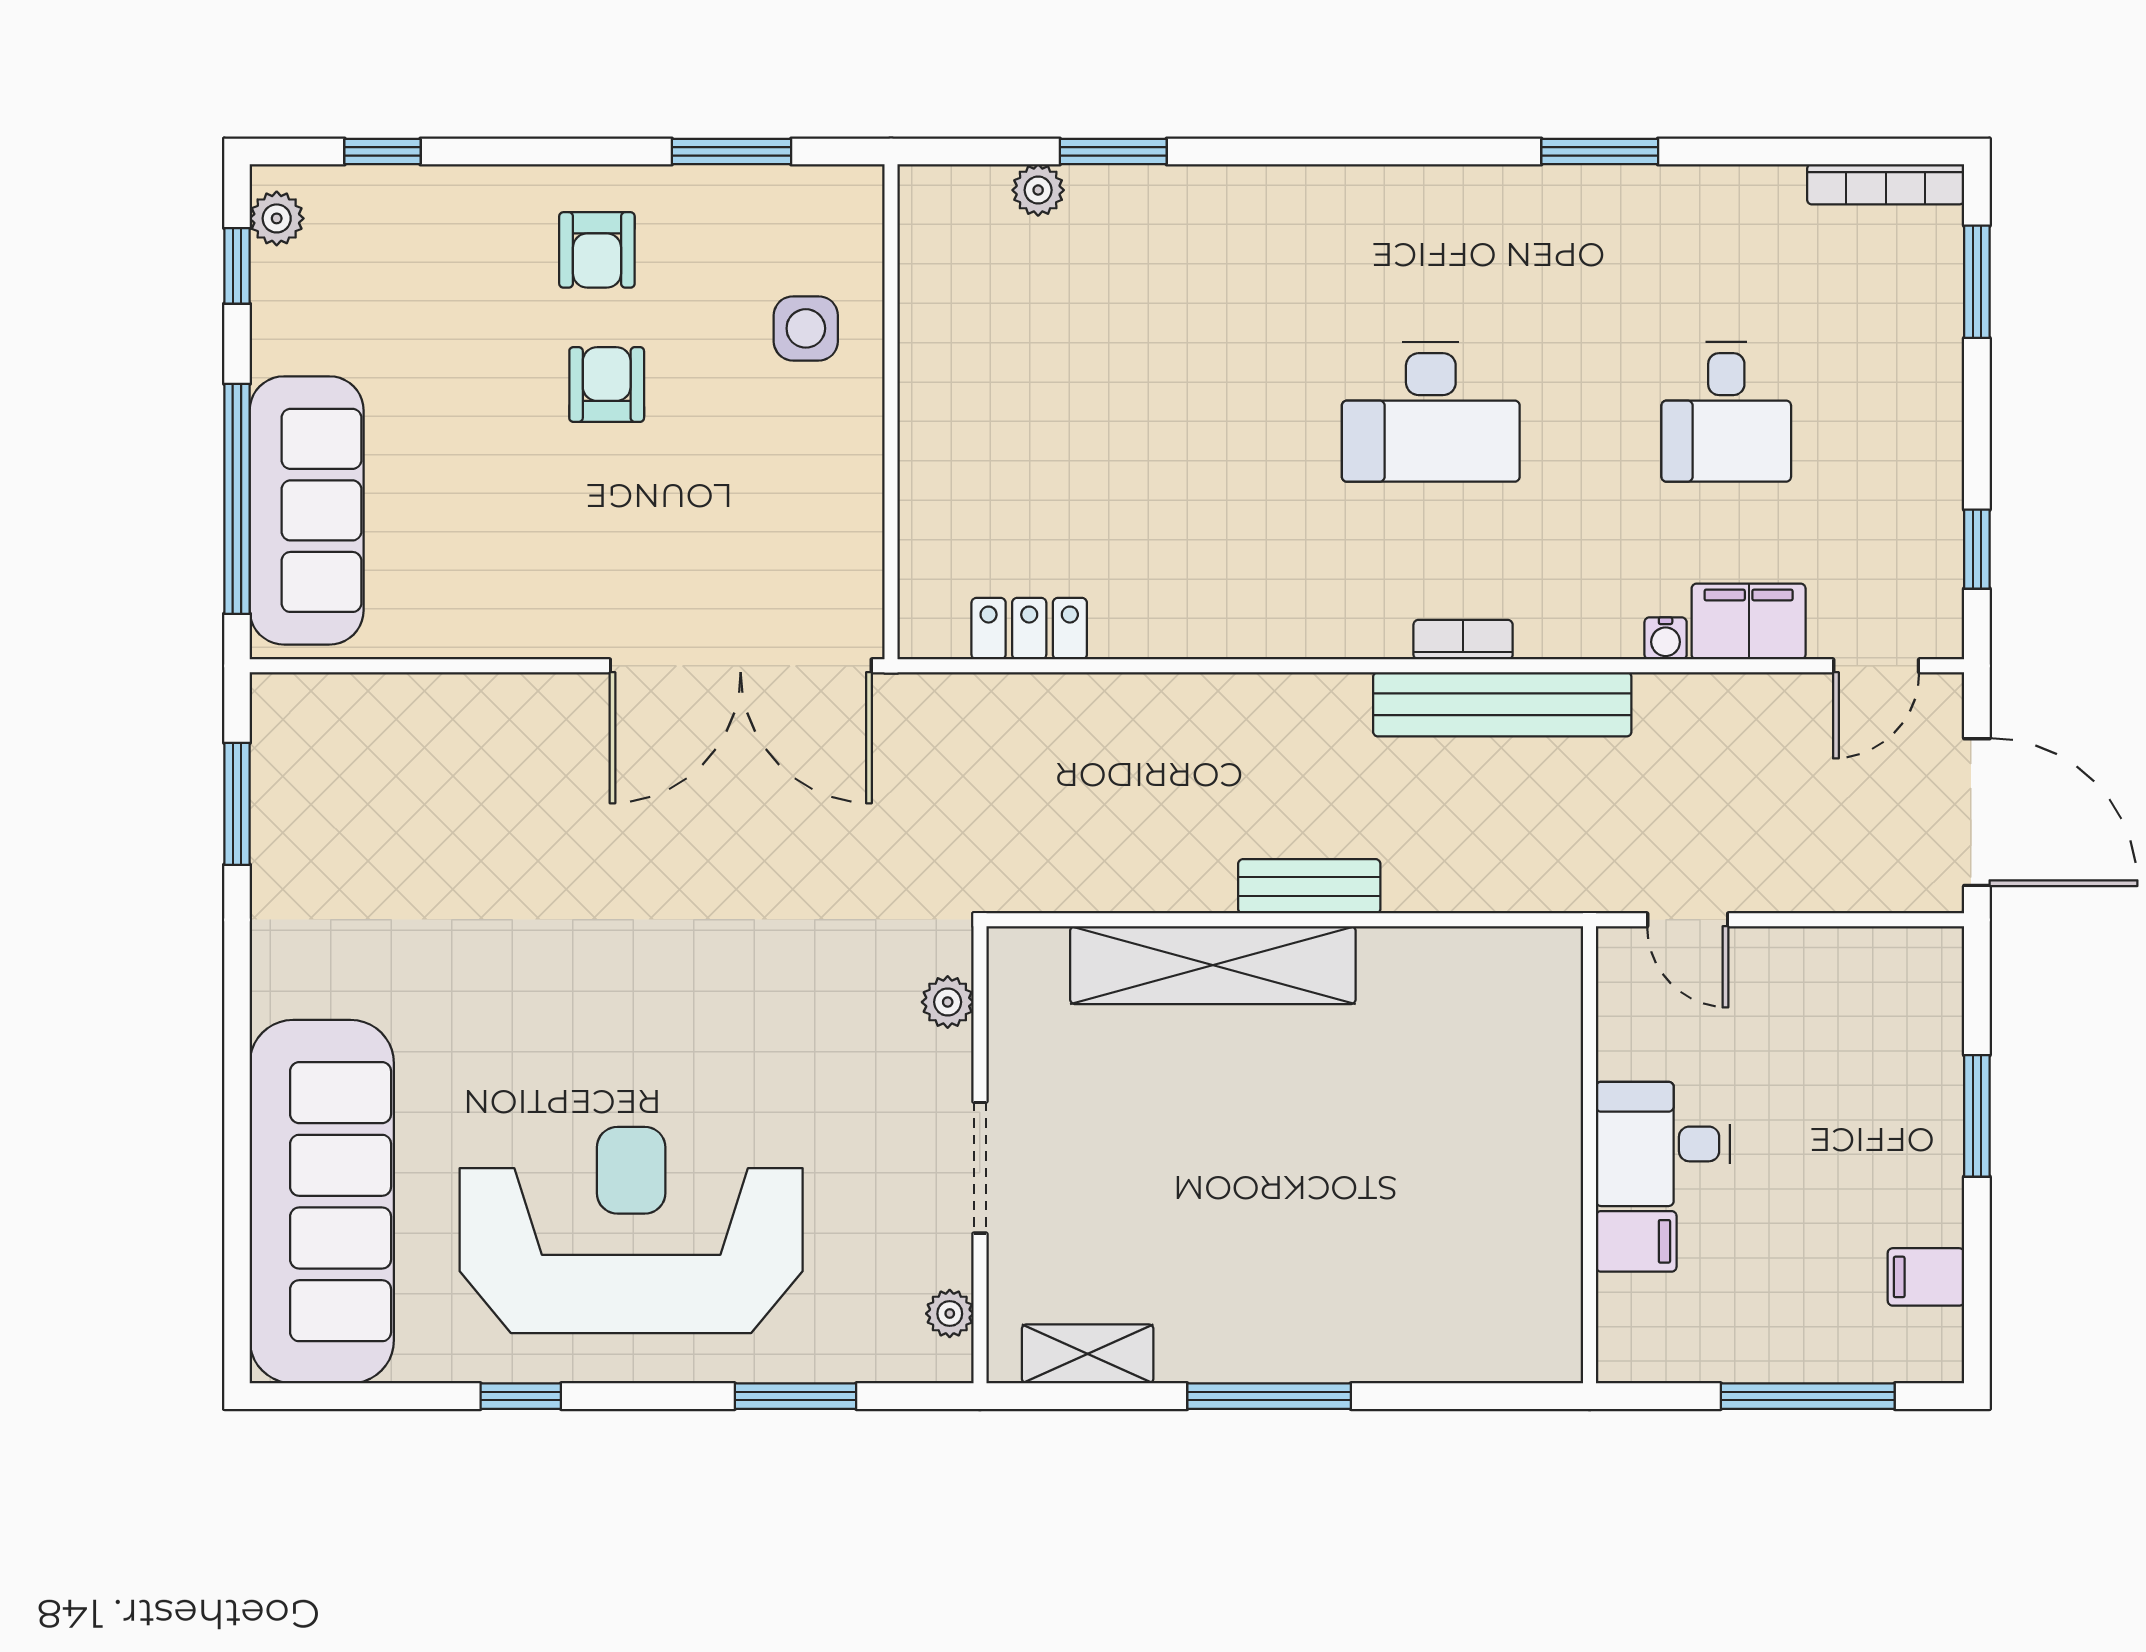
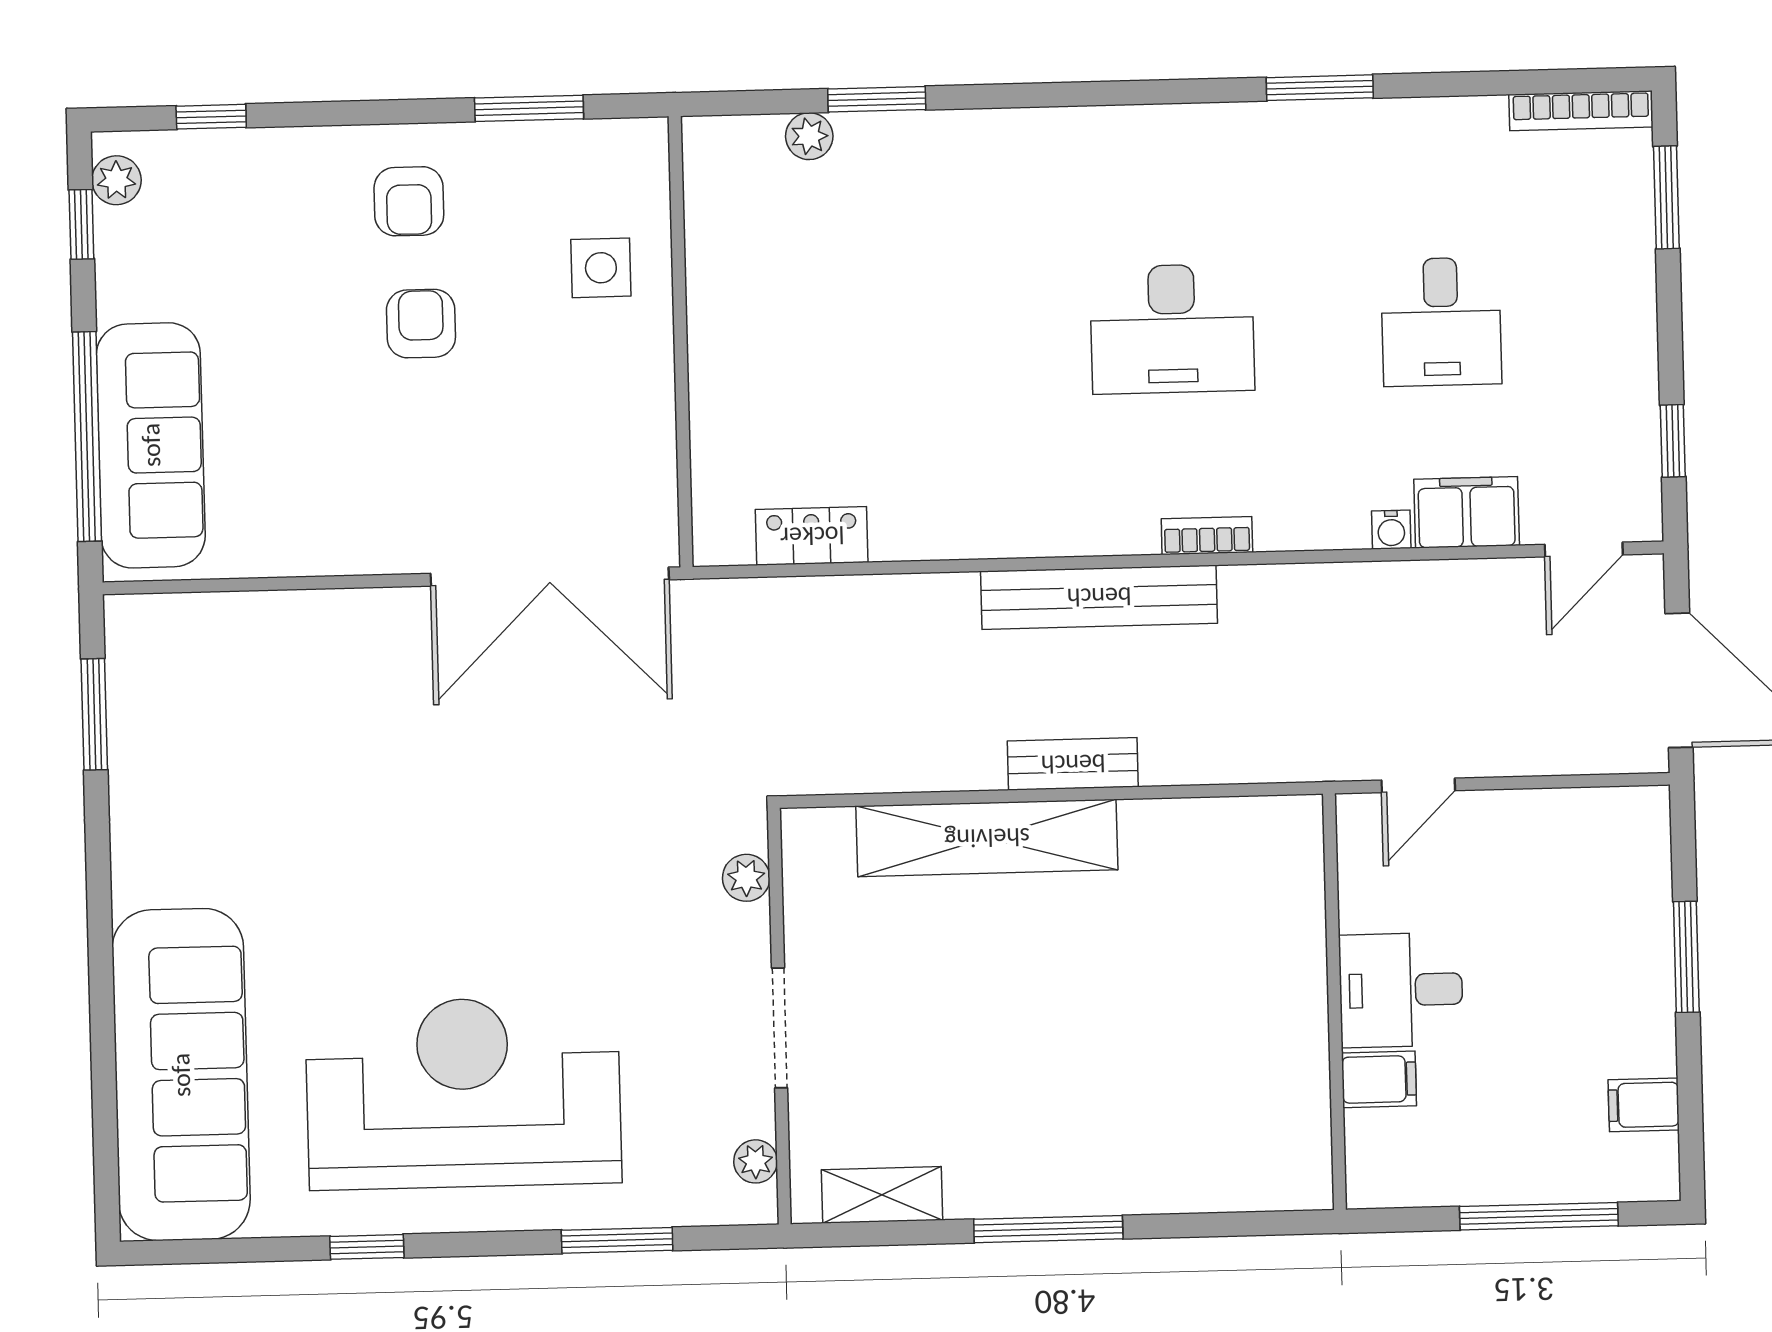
bench: (1502, 704) -> (1099, 597), moved
door: (1688, 920) -> (1418, 785), hinge flipped

